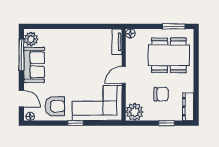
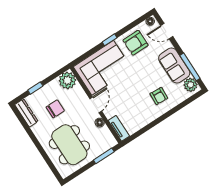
window: (174, 26) -> (104, 156), moved
floor lamp: (130, 34) -> (100, 123), moved
armchair: (64, 47) -> (159, 96), added
dining table: (169, 55) -> (69, 145), turned 90
chair: (161, 94) -> (55, 109), turned 180

